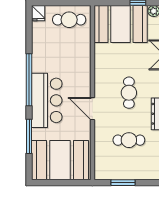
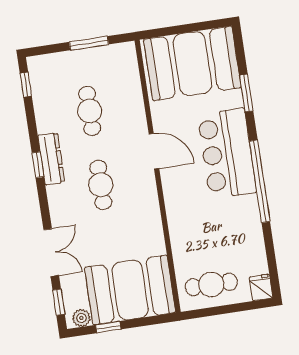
window: (29, 136) -> (246, 93), width x0.69
cafe table: (129, 140) -> (90, 111), turned 90

